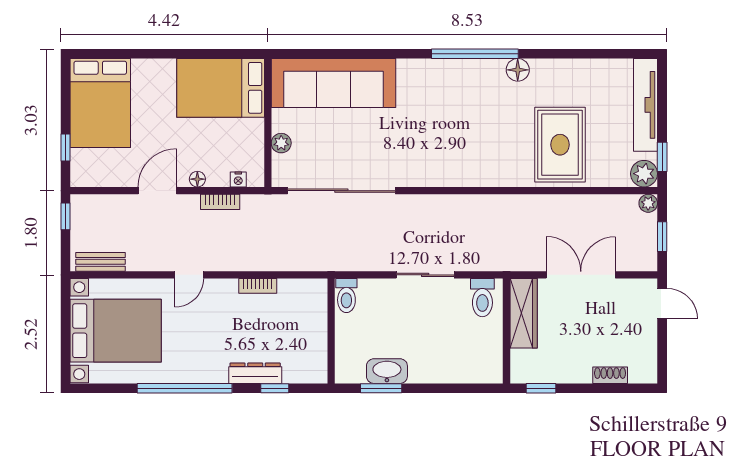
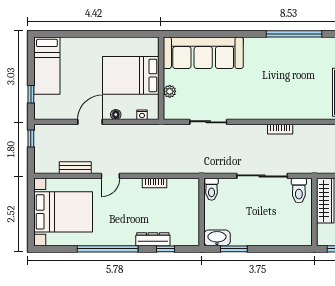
floor lamp: (518, 70) -> (322, 44), removed
bed: (221, 88) -> (131, 75), moved
bed: (100, 103) -> (47, 66), width x0.67
sliding door: (341, 191) -> (208, 122), width x0.54
bookcase: (220, 202) -> (280, 129), moved
bench: (100, 262) -> (75, 168), moved
sliding door: (425, 275) -> (262, 176), width x1.37
washbasin: (387, 371) -> (217, 238), moved

